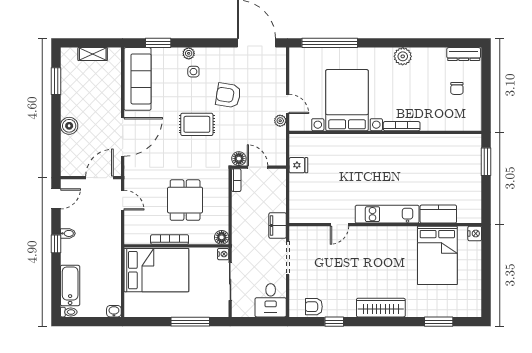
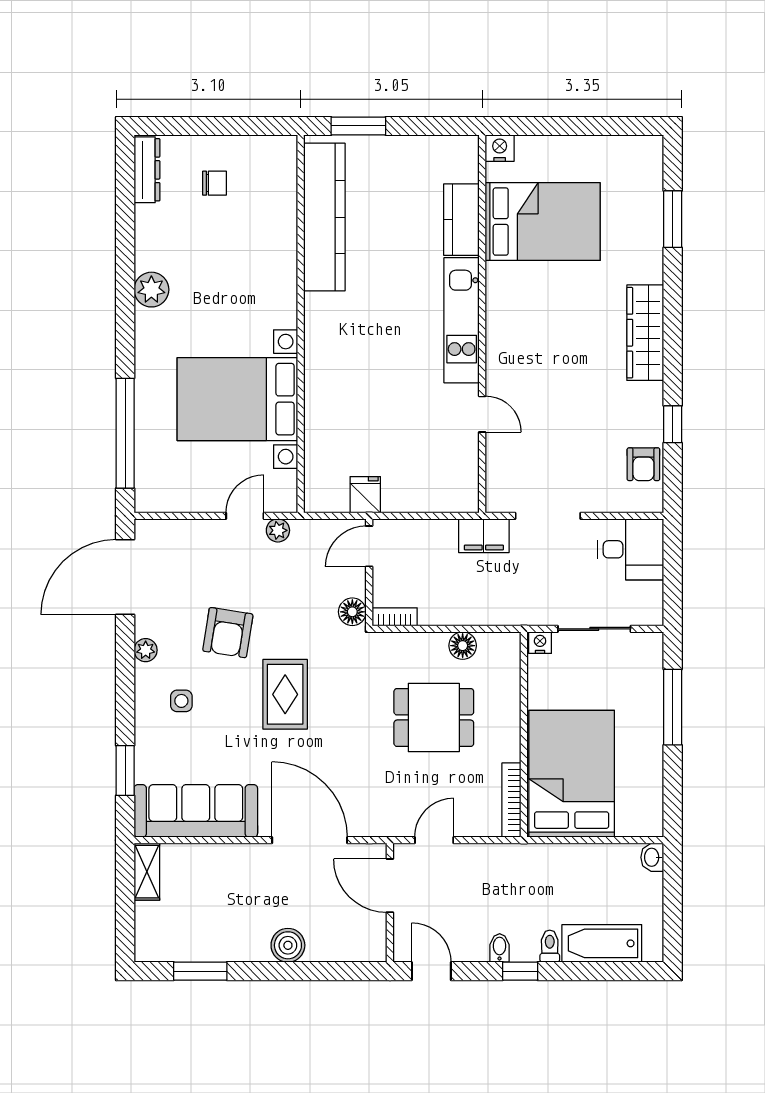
plant: (189, 53) -> (146, 650), moved
shelving: (93, 54) -> (147, 872), moved
bookcase: (402, 126) -> (289, 292), removed
kitchen counter: (440, 144) -> (324, 217), added
door: (258, 167) -> (369, 546), moved
floor lamp: (222, 237) -> (463, 646), moved
bookcase: (170, 239) -> (511, 800), moved
toilet: (69, 312) -> (550, 946), moved

